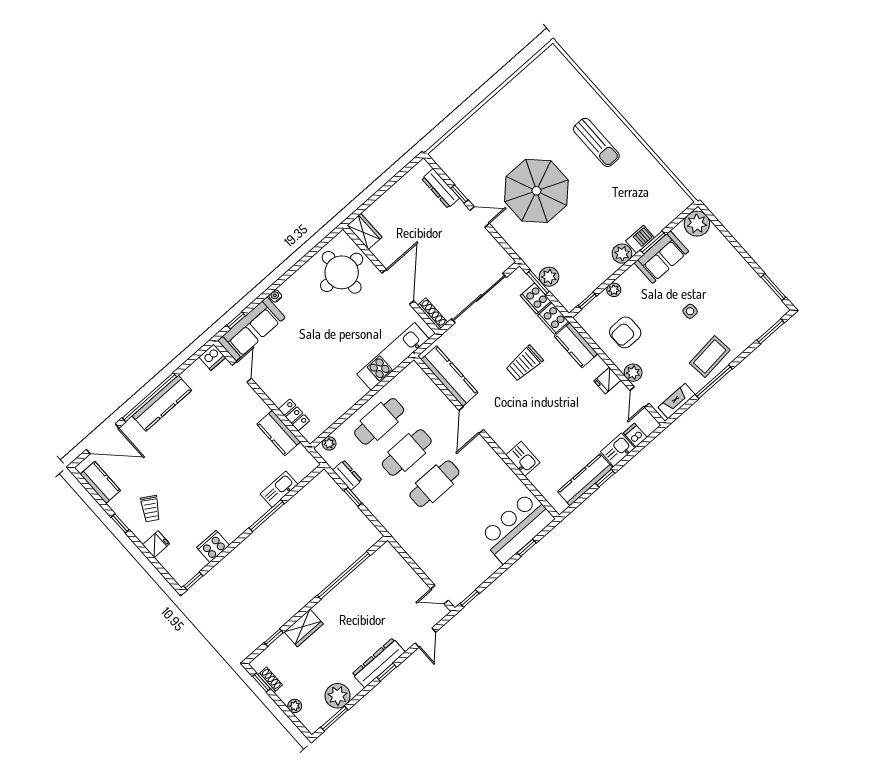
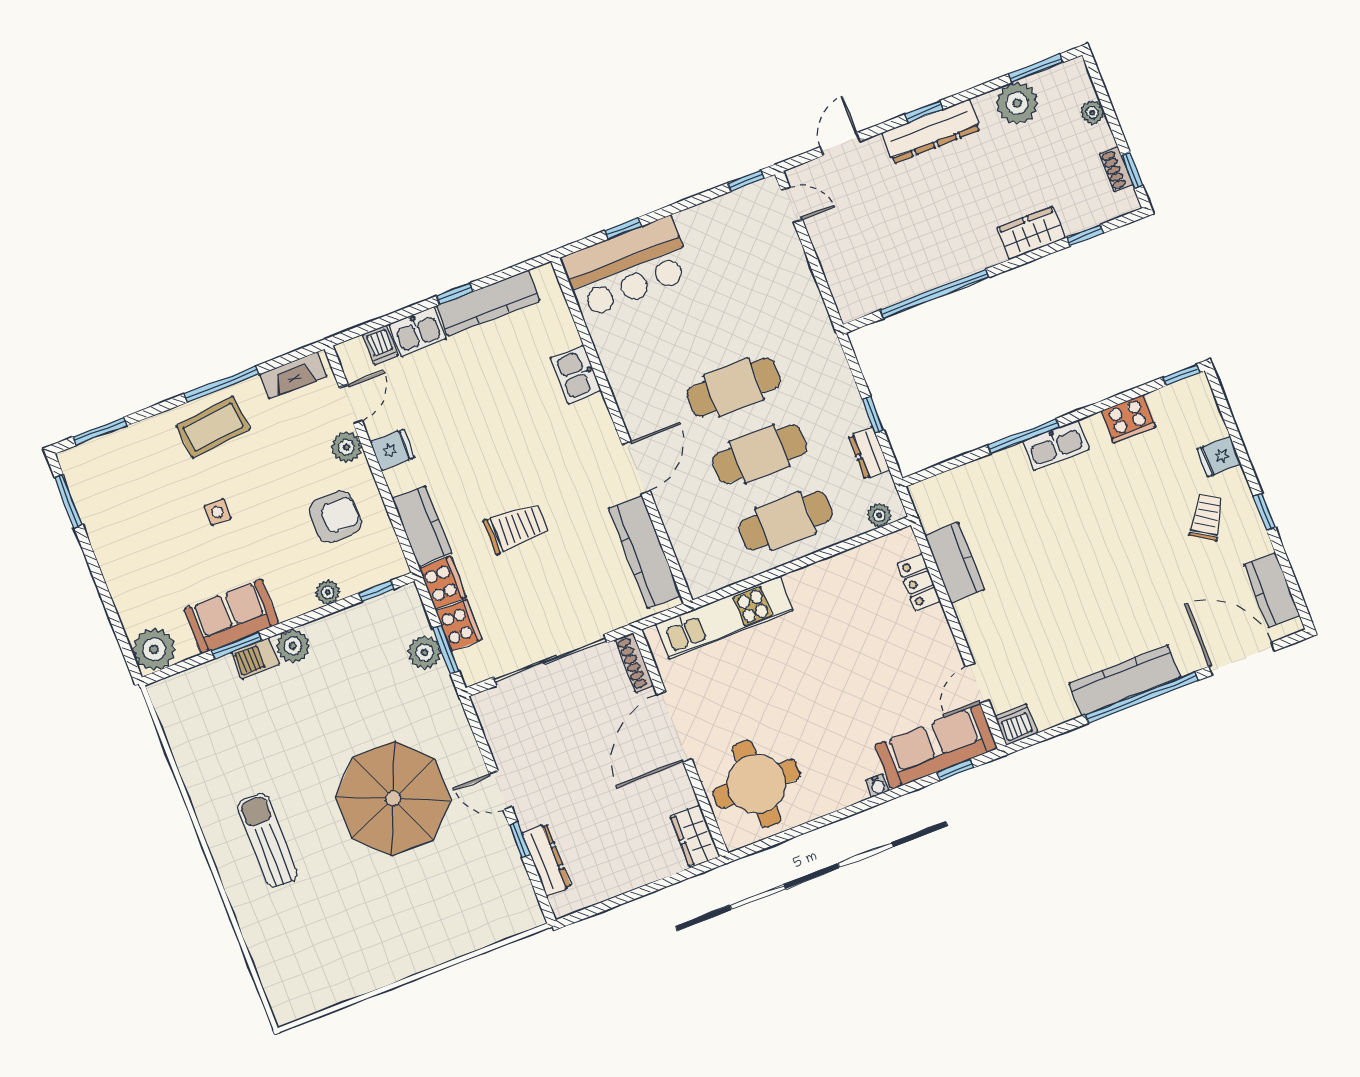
kitchen sink: (279, 489) -> (1056, 445), moved

